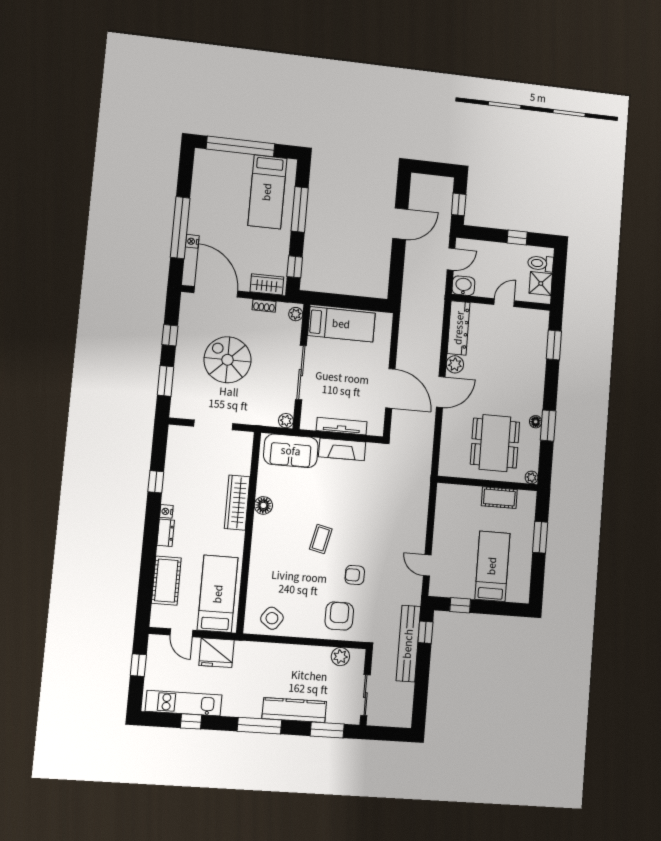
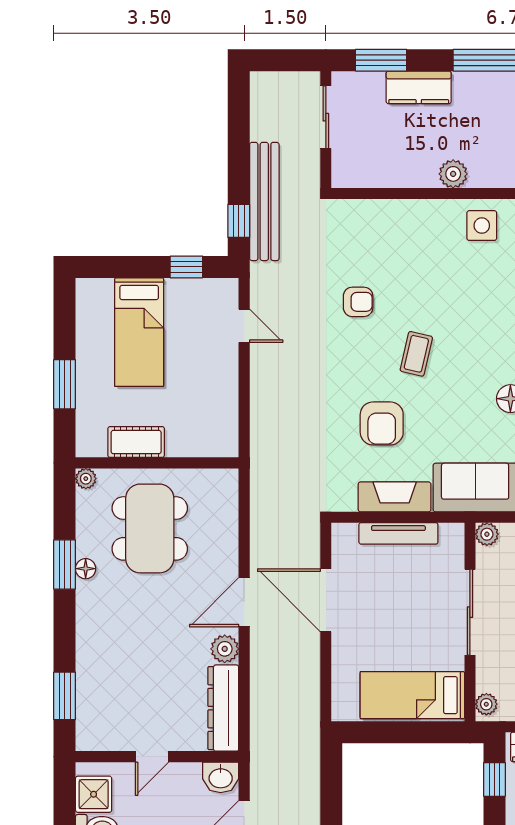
armchair: (339, 616) -> (382, 423), moved
side table: (272, 618) -> (482, 226), turned -36
plant: (340, 657) -> (453, 174), moved
kitchen counter: (294, 710) -> (419, 87), width x0.67

